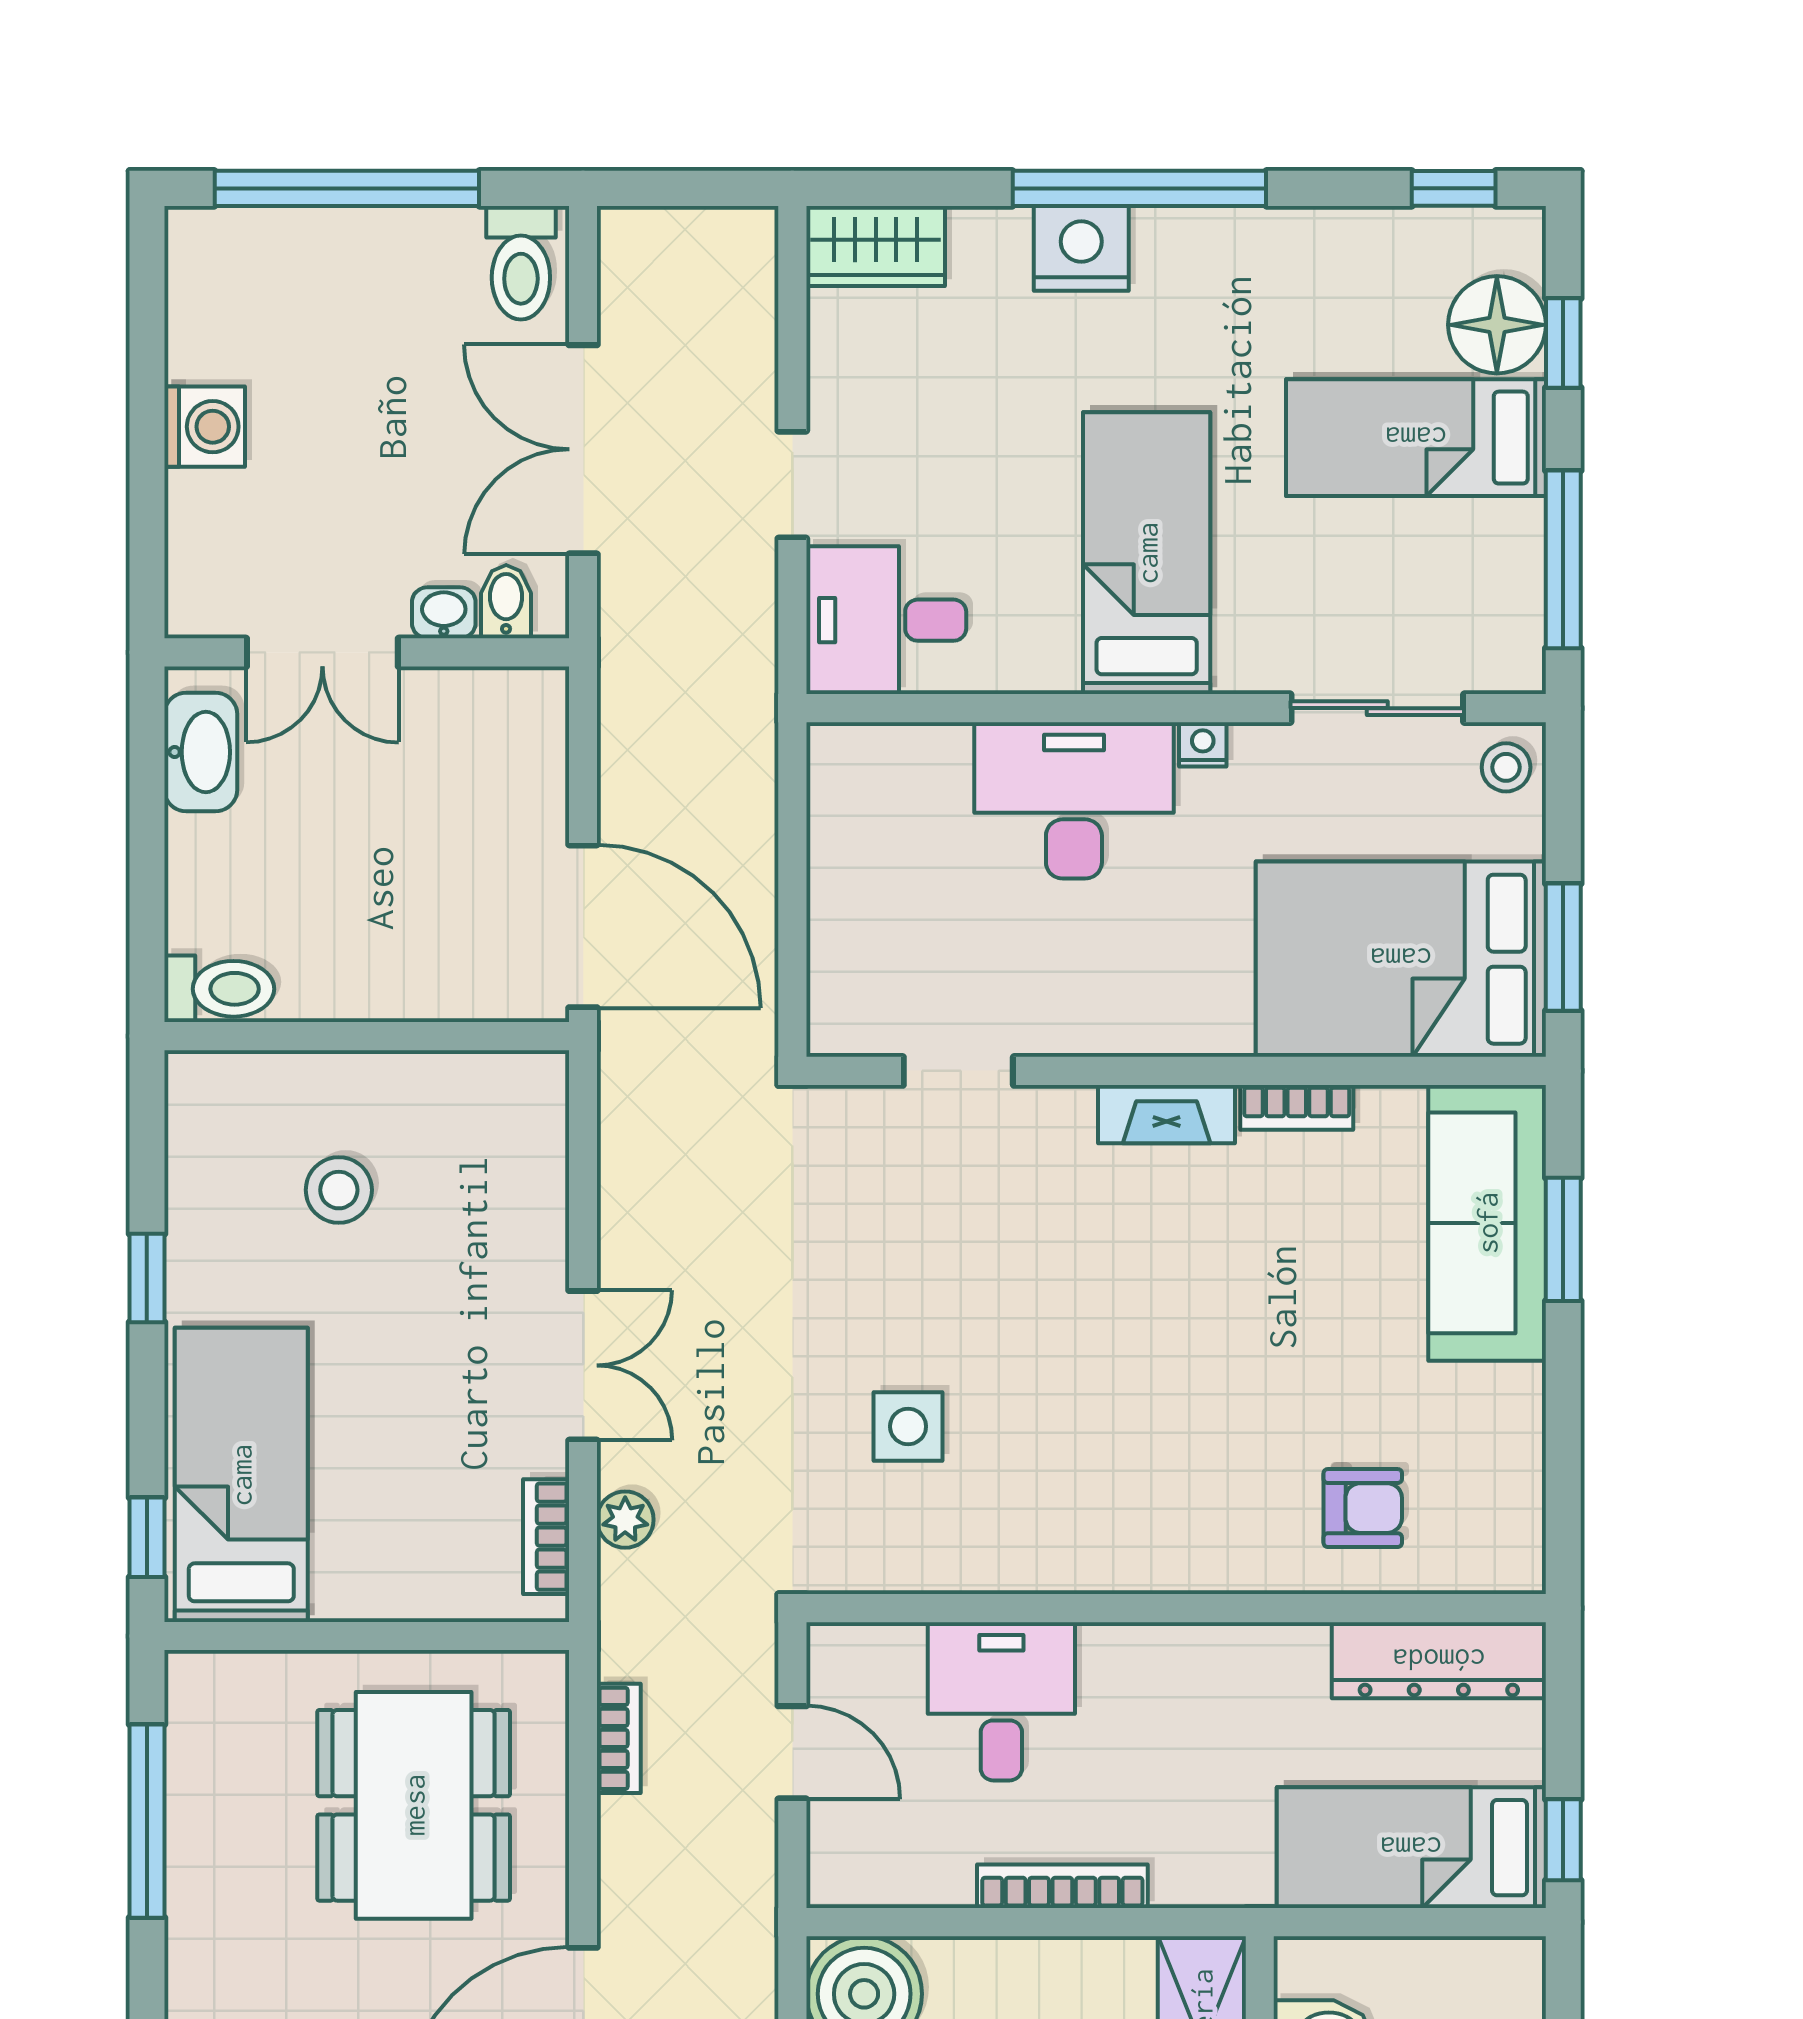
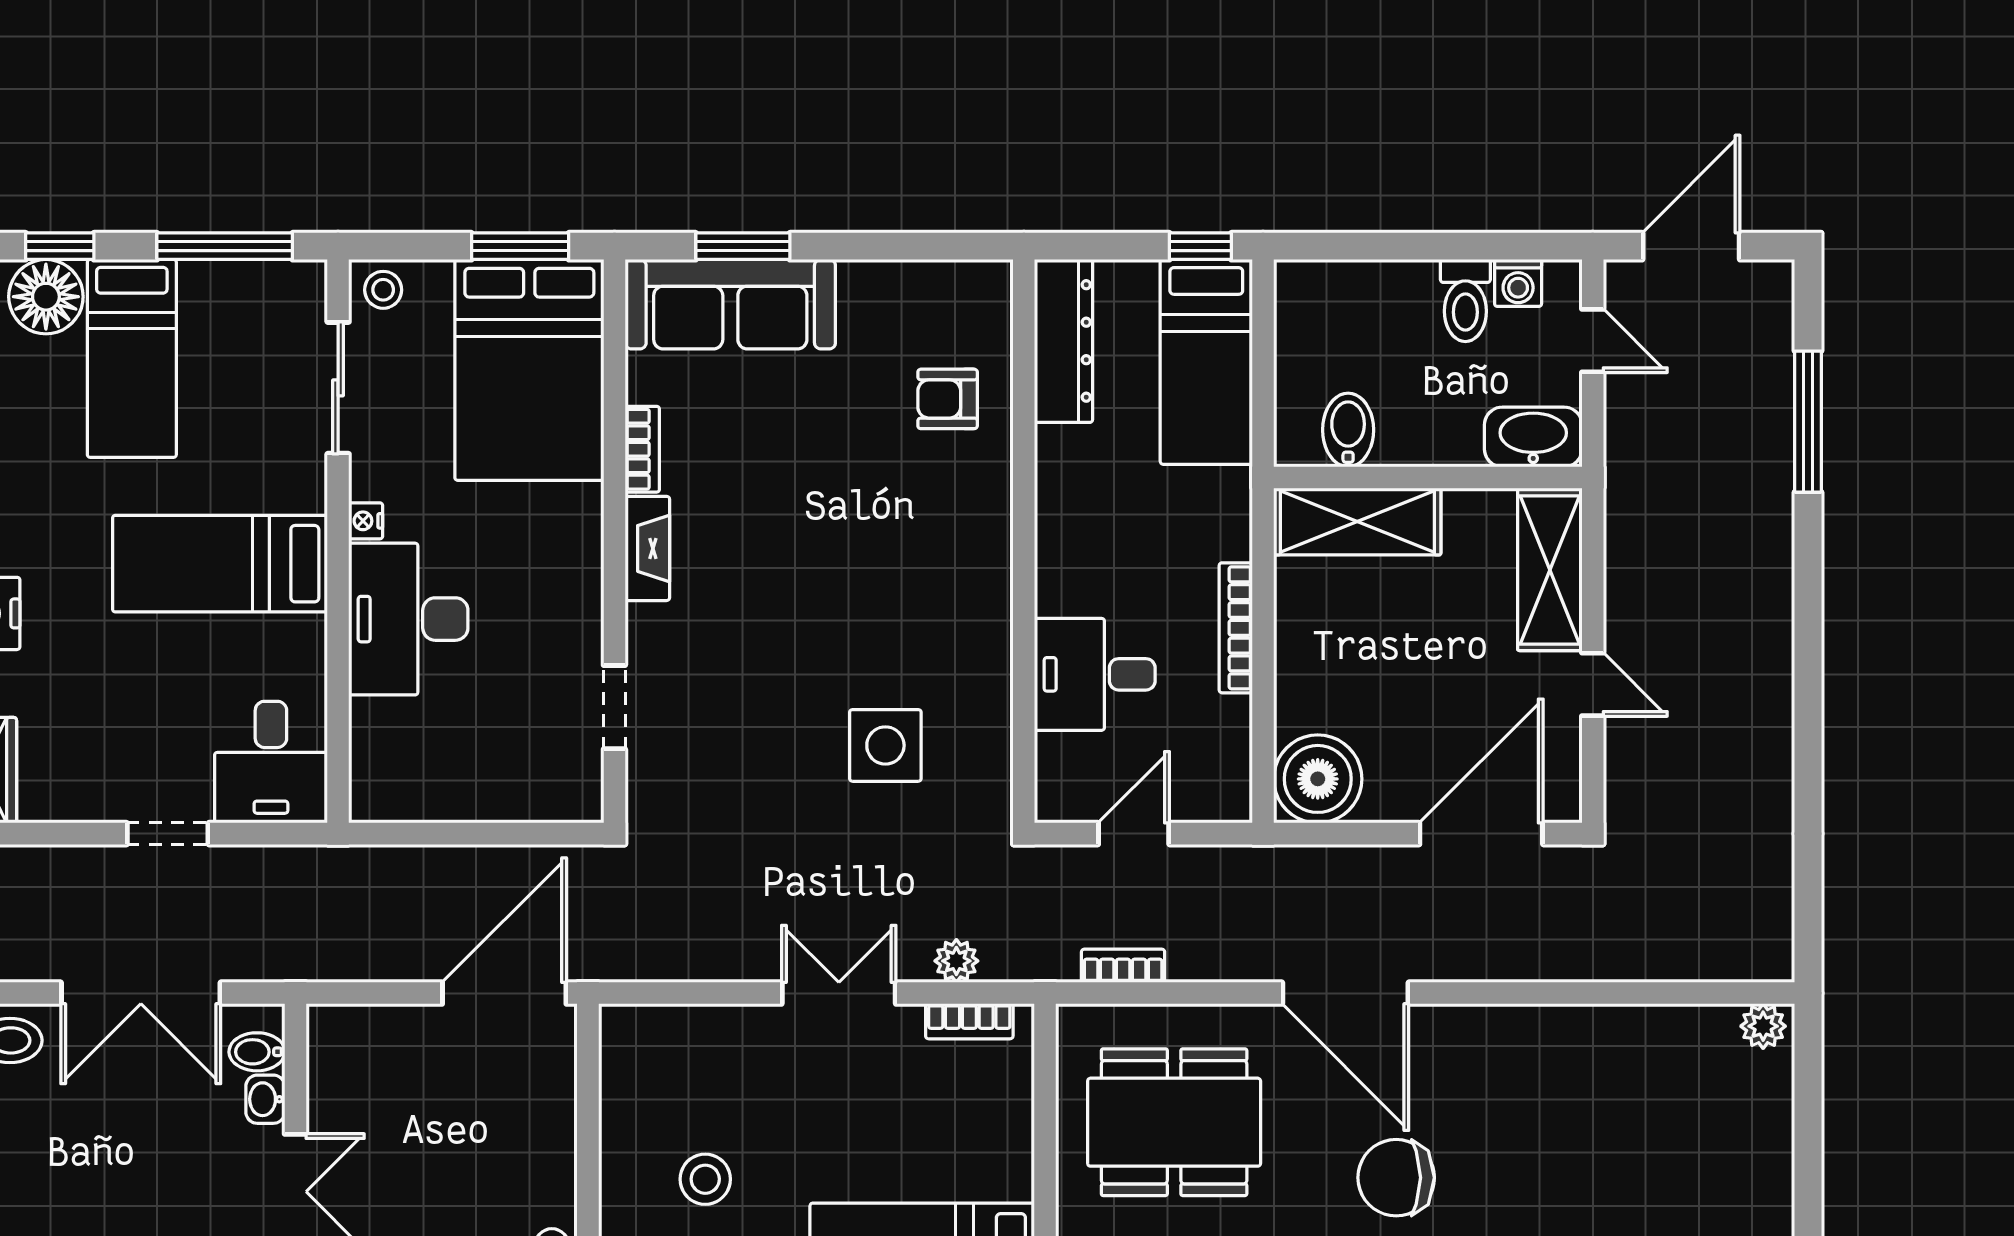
side table: (908, 1426) -> (885, 745), width x1.37, depth x1.37
armchair: (1363, 1508) -> (948, 399), turned -90

